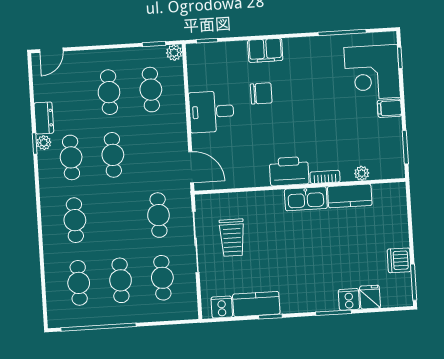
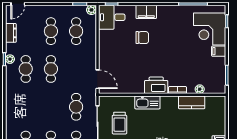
desk: (211, 112) -> (112, 17), moved
dresser: (44, 118) -> (11, 33), moved
kitchen sink: (306, 199) -> (147, 102), moved
cafe table: (75, 220) -> (26, 107), removed

